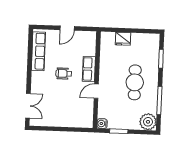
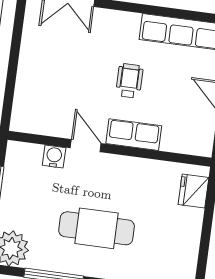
fridge: (123, 39) -> (194, 191), moved
water cooler: (102, 124) -> (54, 156), moved

